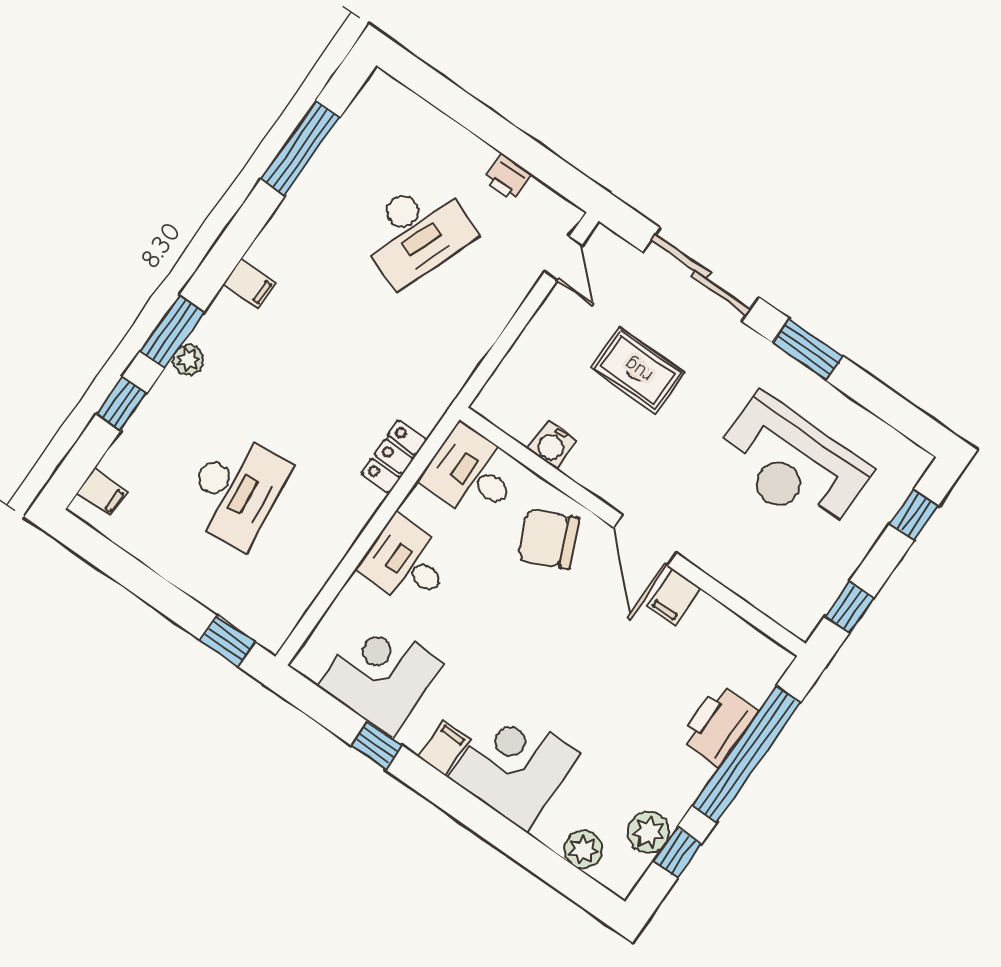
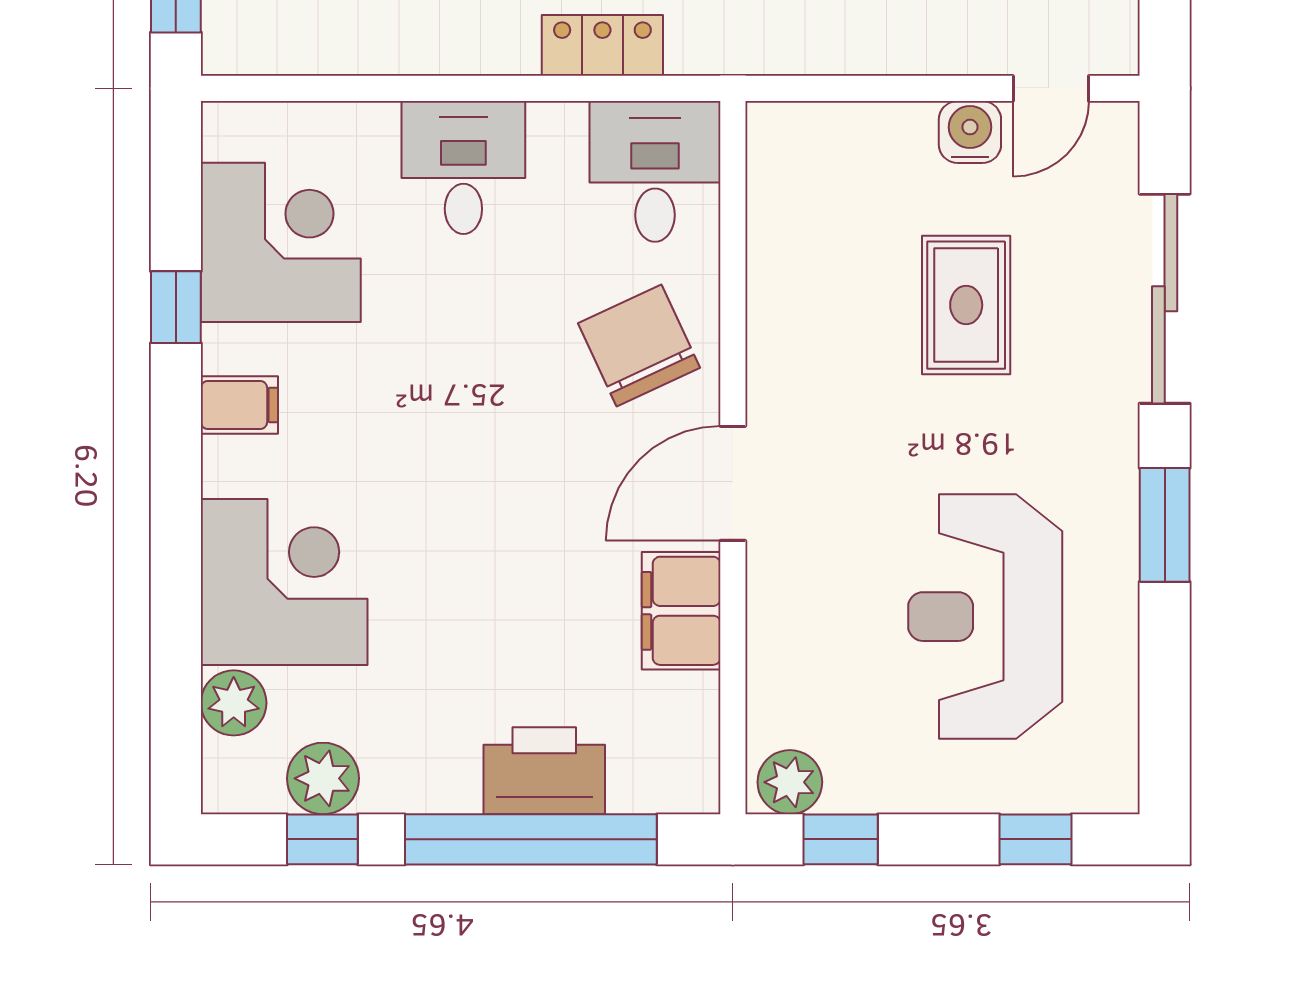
water cooler: (552, 445) -> (970, 132), moved, turned 90
filing cabinet: (674, 597) -> (681, 611), width x2.00
plant: (805, 612) -> (790, 782), added
corner desk: (514, 766) -> (284, 582), moved

